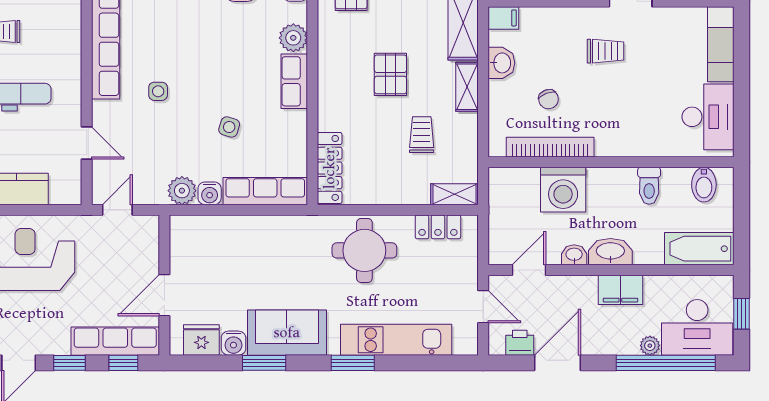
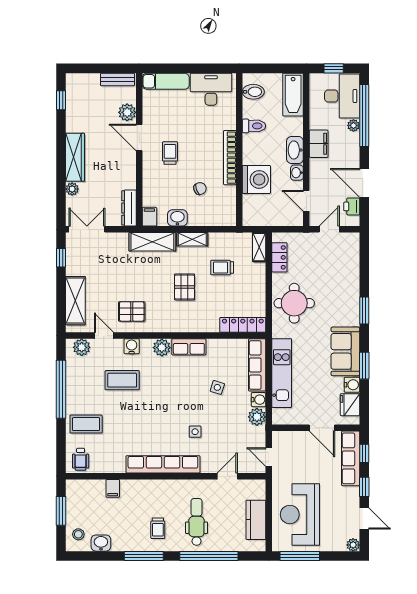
pallet: (390, 74) -> (185, 287), turned 90
bookcase: (550, 147) -> (230, 158), moved
kitchen unit: (396, 340) -> (282, 373), moved, turned 180

